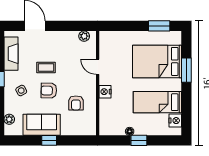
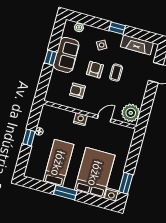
plant: (84, 36) -> (131, 113), width x1.88, depth x1.88
window: (186, 70) -> (65, 193), moved
nightstand: (175, 121) -> (112, 195), moved

